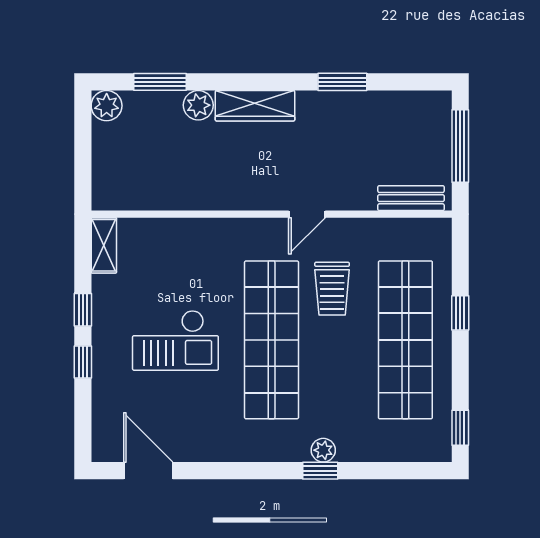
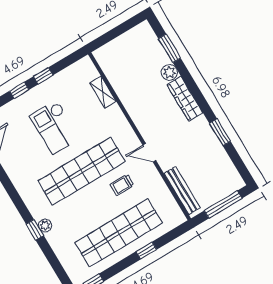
plant: (107, 106) -> (144, 30), removed
bench: (411, 198) -> (182, 191), width x1.36
shelving: (104, 245) -> (103, 92), moved, turned 90
trolley: (332, 289) -> (122, 185), width x0.73, depth x0.72

